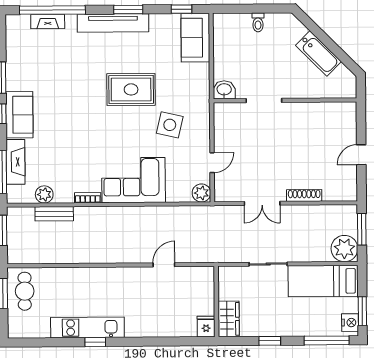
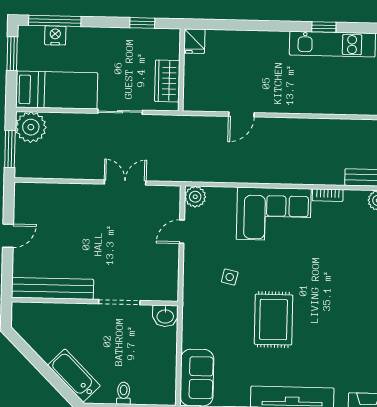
bathtub: (318, 53) -> (74, 376), moved
rug: (131, 89) -> (273, 320), turned 90
bench: (322, 111) -> (53, 288), added
side table: (170, 125) -> (230, 277), width x0.54, depth x0.54
shoe rack: (304, 195) -> (76, 190), removed
wardrobe: (229, 319) -> (167, 81), moved
nightstand: (350, 323) -> (55, 35), moved, turned 90
window: (270, 341) -> (142, 23), moved

